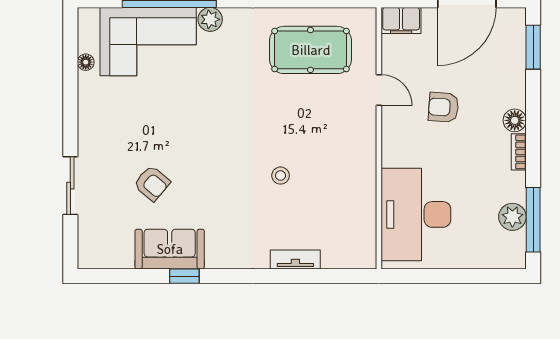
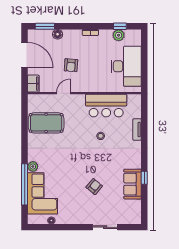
pool table: (311, 50) -> (46, 123), turned 90
floor lamp: (515, 120) -> (58, 34), moved
armchair: (152, 183) -> (94, 187), moved
bar counter: (350, 188) -> (106, 106), added
desk: (416, 214) -> (126, 66), moved, turned -90
window: (533, 220) -> (120, 26), width x0.46

